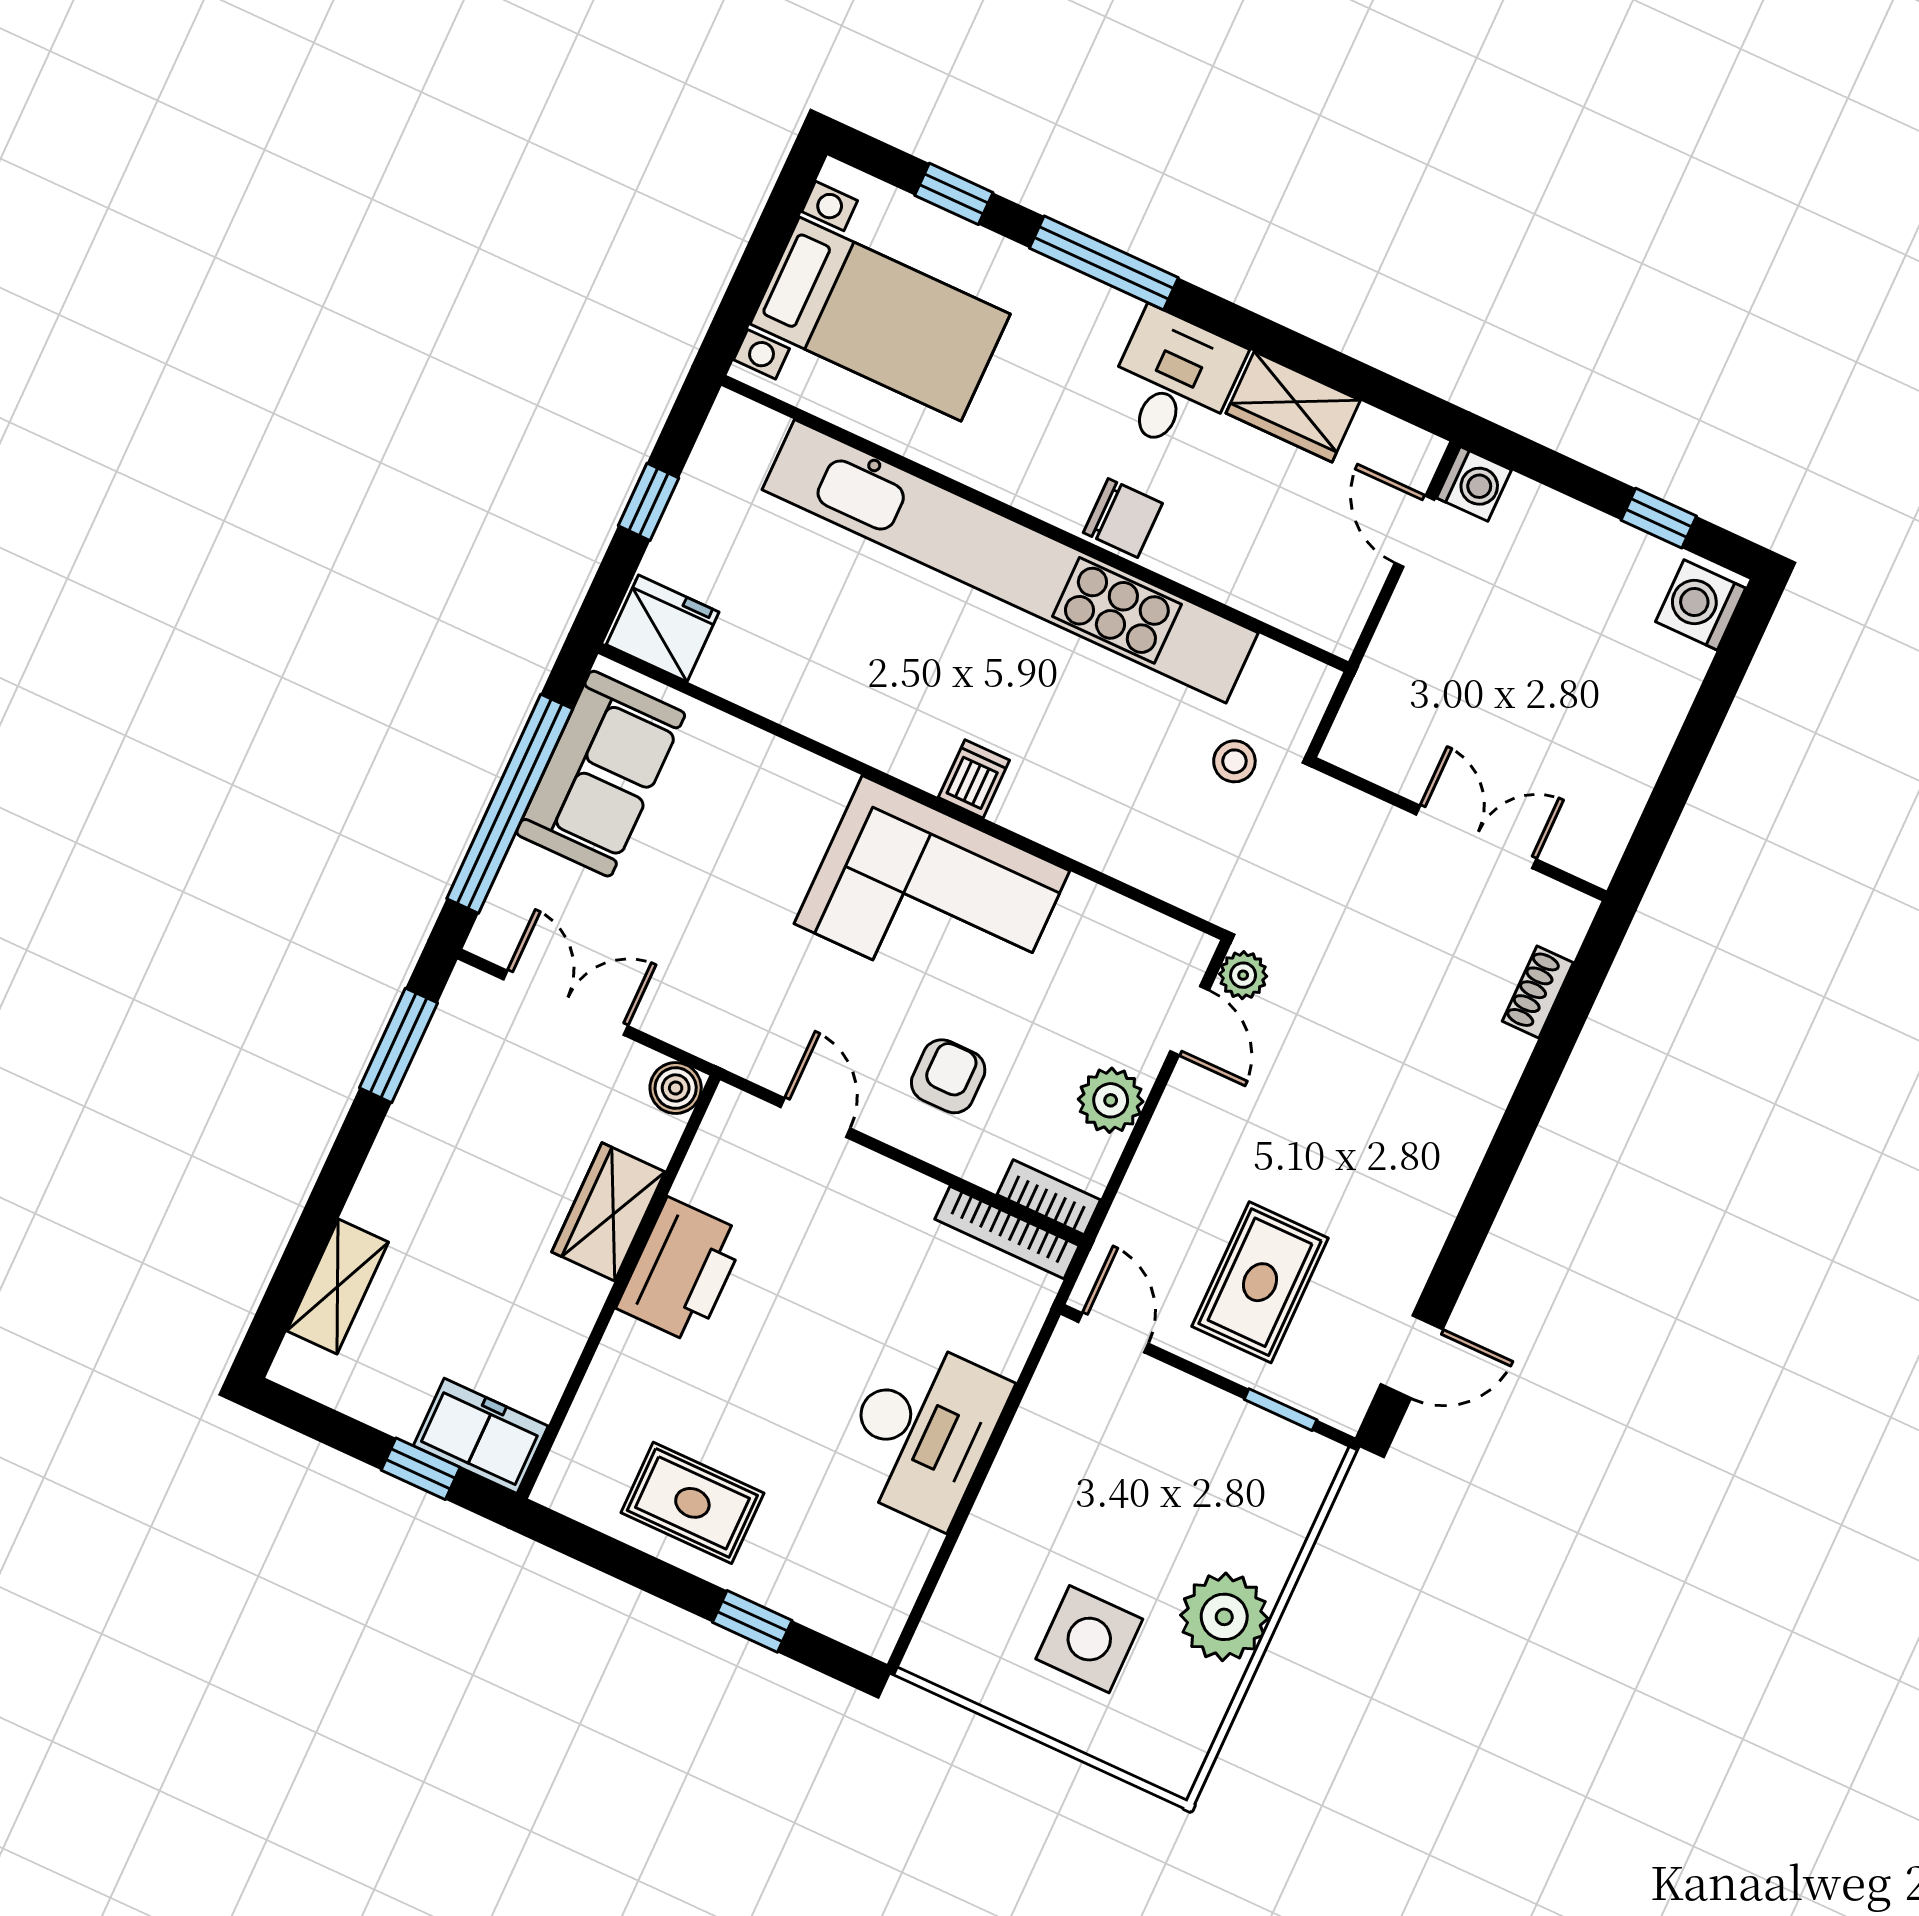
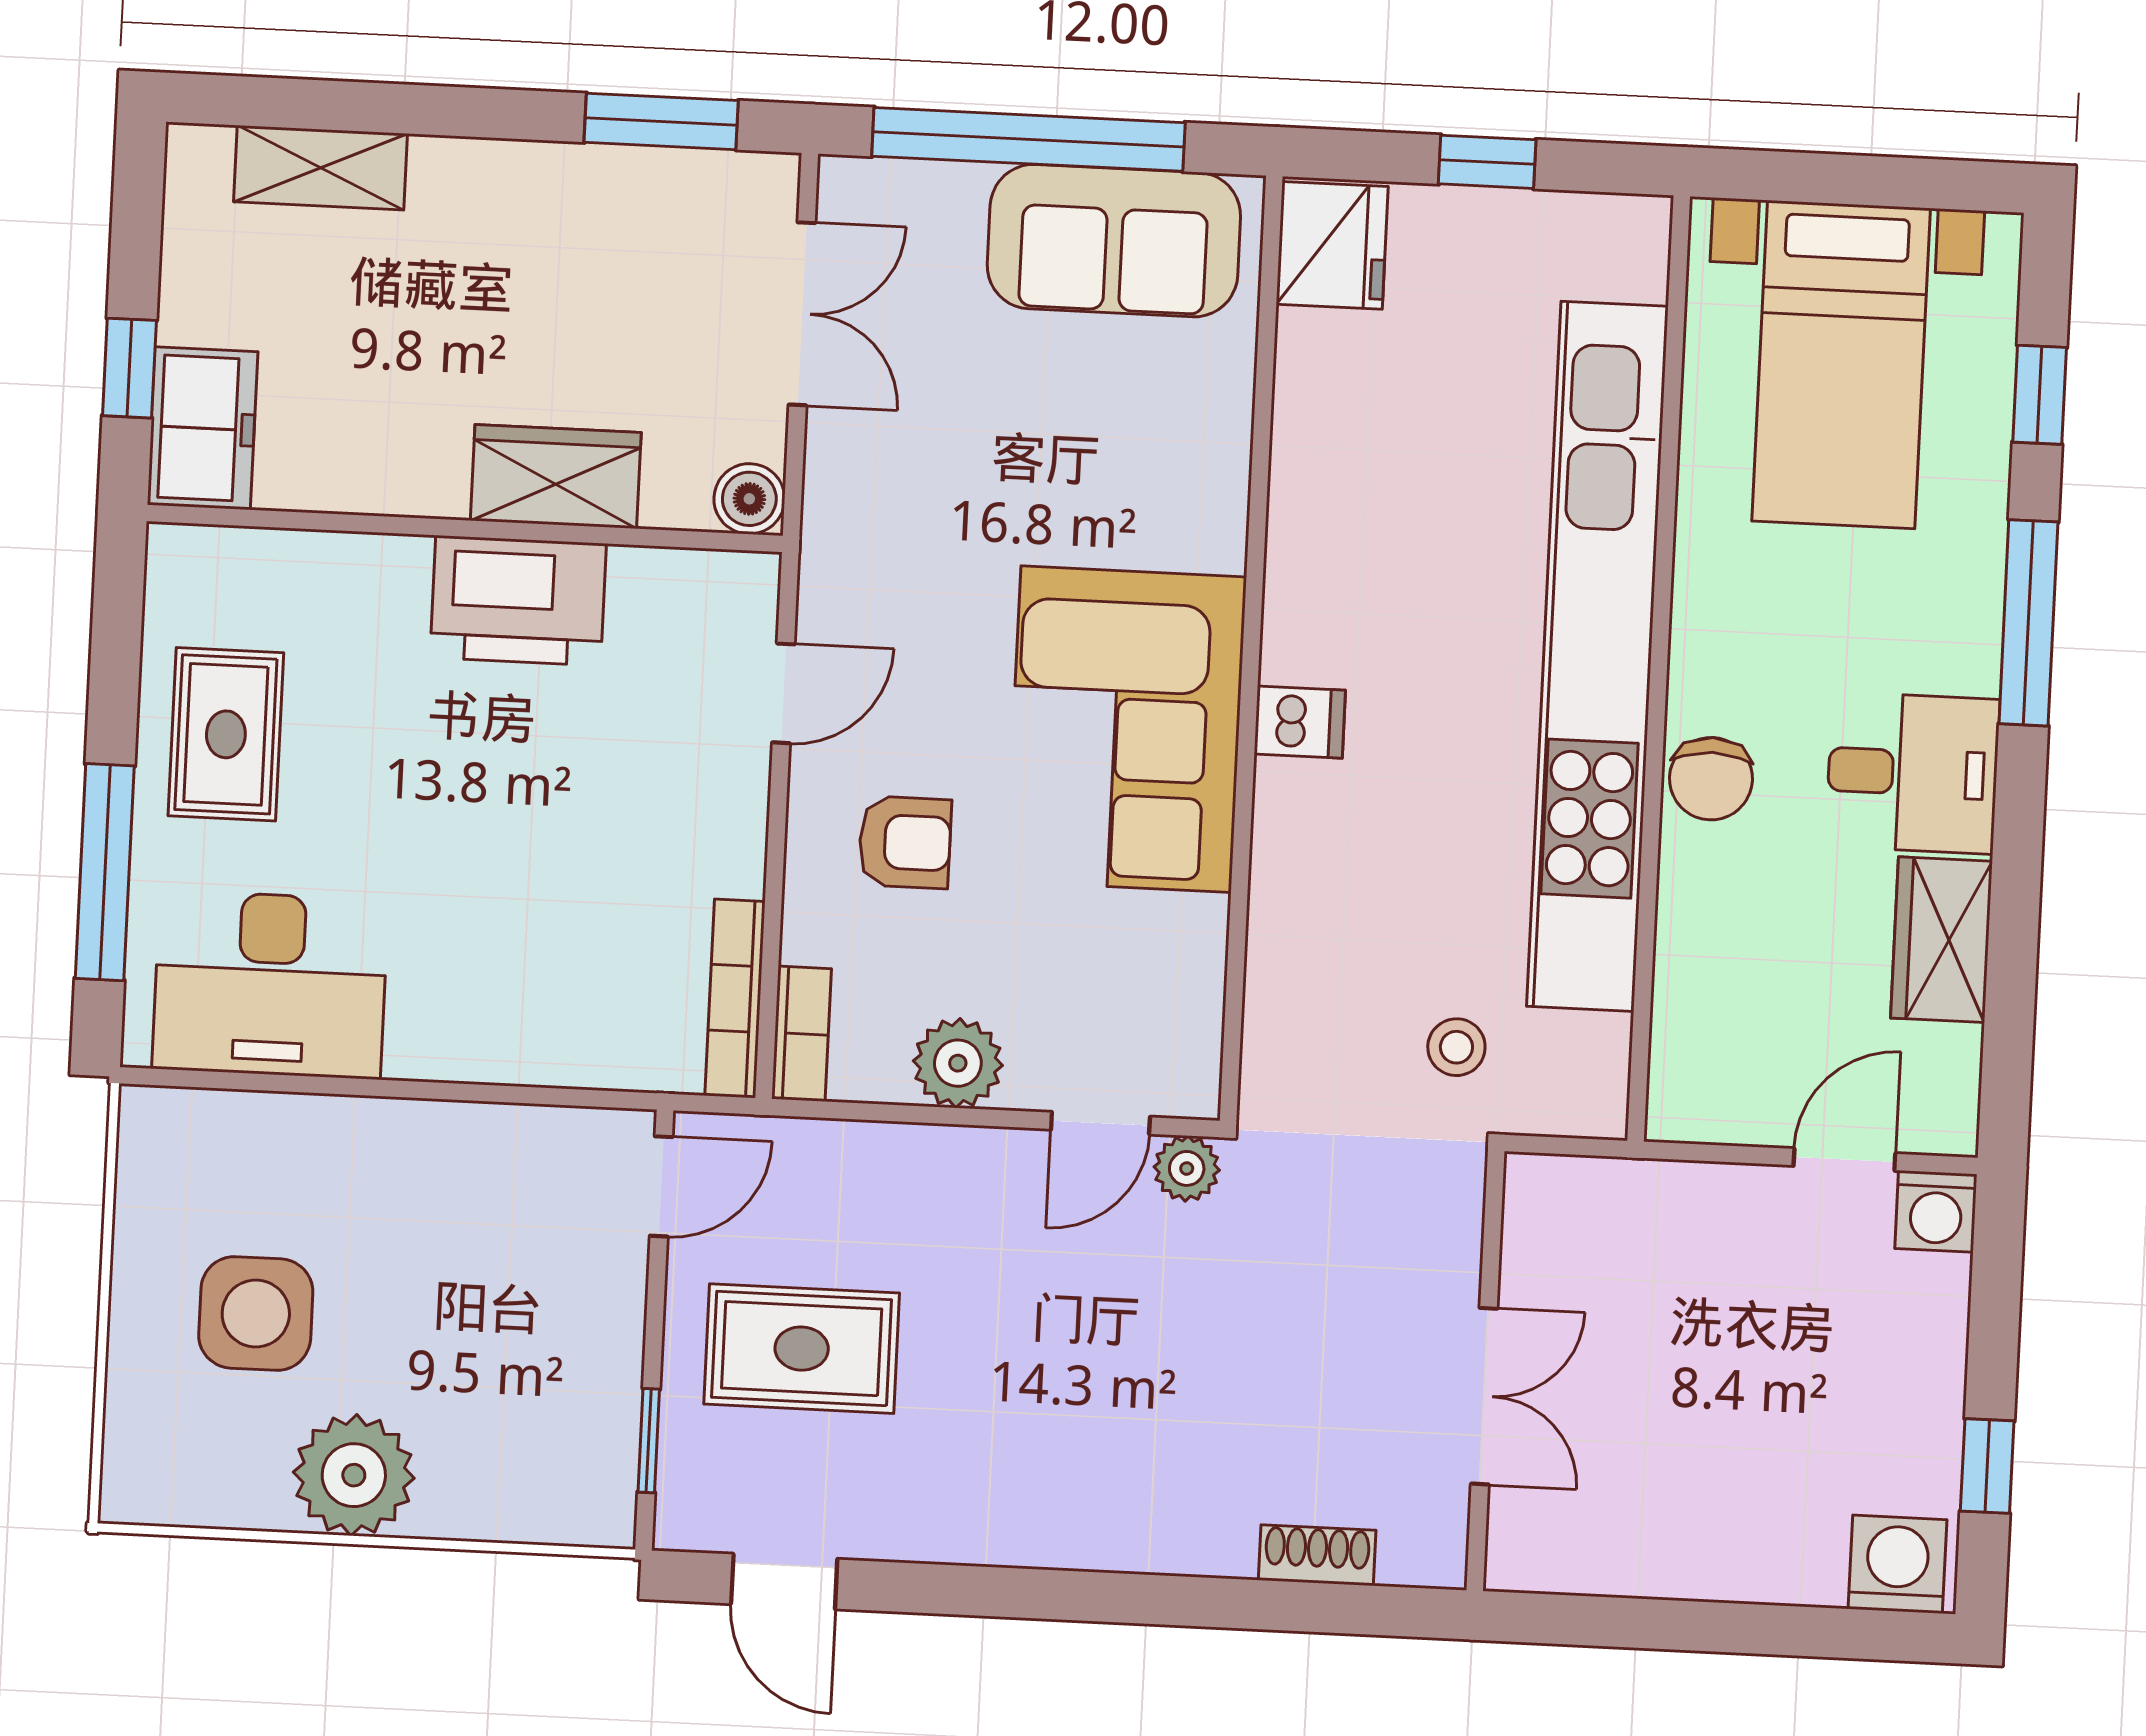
desk: (922, 1431) -> (270, 984), moved
window: (752, 1621) -> (105, 872), width x2.17

